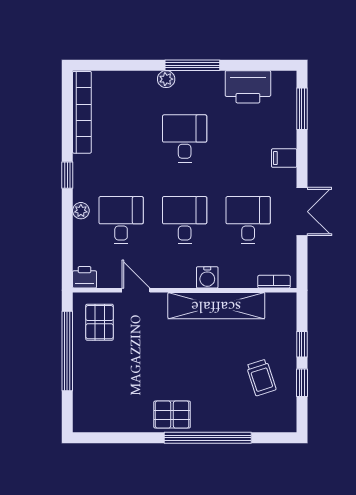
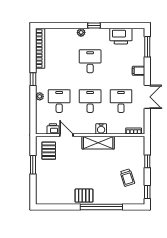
window: (192, 65) -> (94, 26), width x0.46
printer: (85, 277) -> (53, 129), moved
shelving: (216, 306) -> (98, 143), width x0.68
window: (67, 351) -> (33, 165), width x0.47
window: (302, 383) -> (147, 192), moved

